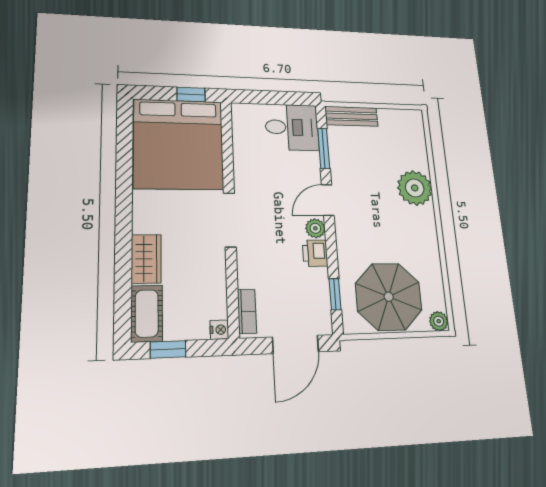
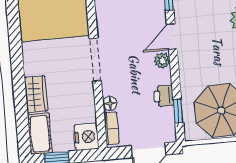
printer: (315, 253) -> (164, 96), moved
floor lamp: (246, 278) -> (110, 103), added
nightstand: (219, 330) -> (86, 137), width x1.89, depth x1.79

